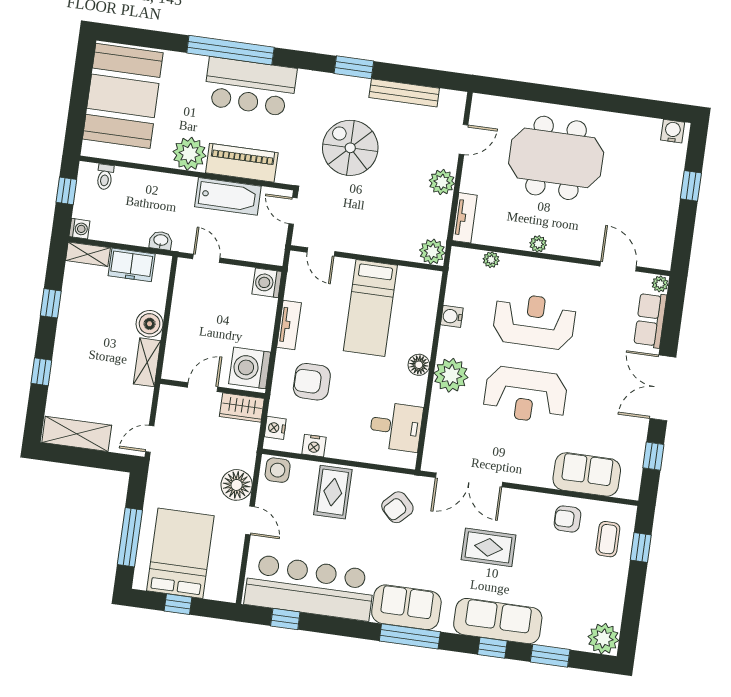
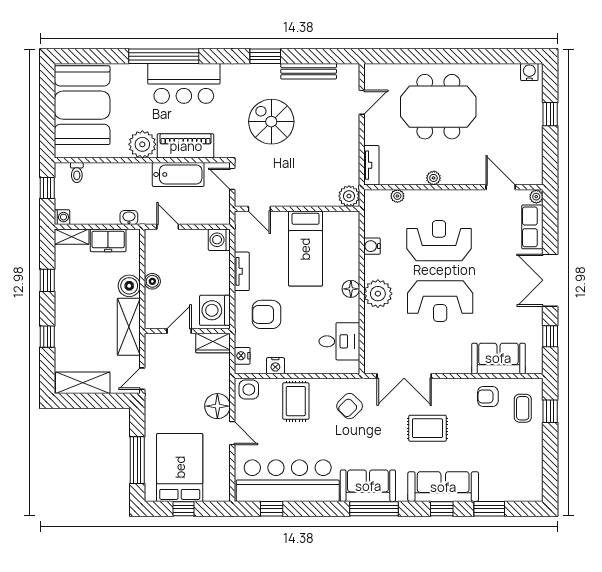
plant: (442, 182) -> (349, 139), removed
boiler: (178, 322) -> (152, 281), added
shelving: (147, 362) -> (129, 327), width x1.50, depth x1.33
plant: (603, 639) -> (530, 489), removed

